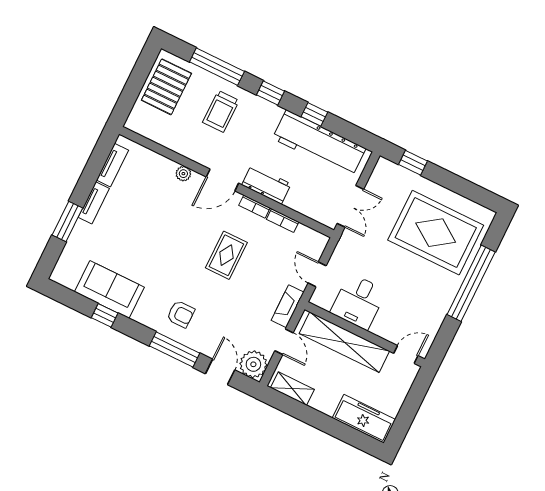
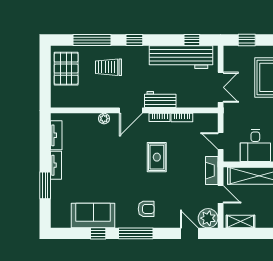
trolley: (221, 111) -> (108, 67), turned 90
window: (314, 114) -> (192, 40), moved
window: (175, 350) -> (136, 233), moved

